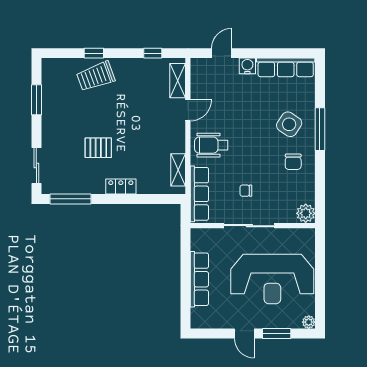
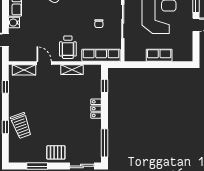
pallet: (98, 148) -> (56, 152), moved, turned 90
shelving: (178, 170) -> (72, 70), moved
window: (154, 199) -> (105, 86), added
row of seats: (199, 279) -> (159, 55), width x0.68

